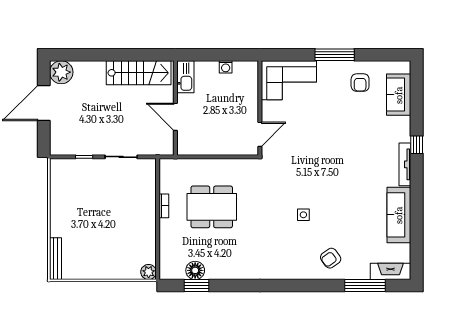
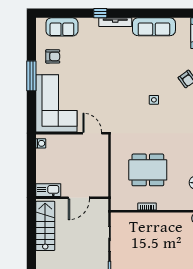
washing machine: (226, 67) -> (41, 143), moved
corner sofa: (289, 80) -> (56, 103), width x1.36, depth x1.36
dining table: (212, 207) -> (148, 170), turned 90

